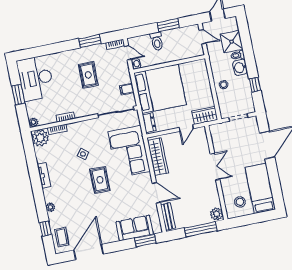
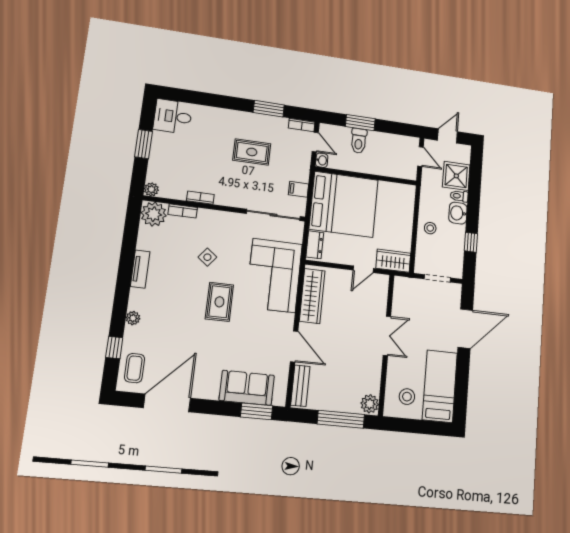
window: (168, 25) -> (360, 123), moved
rug: (88, 75) -> (252, 152), turned 90
desk: (36, 78) -> (173, 116), width x0.53, depth x0.77

